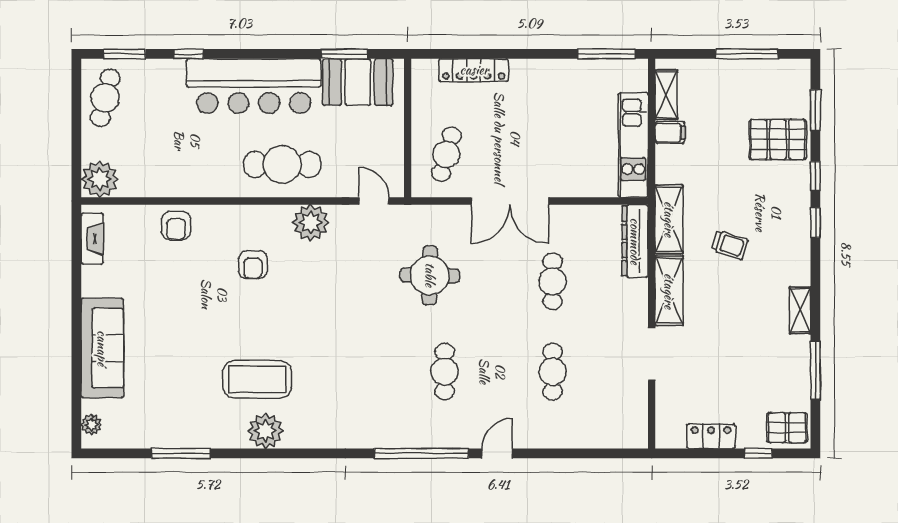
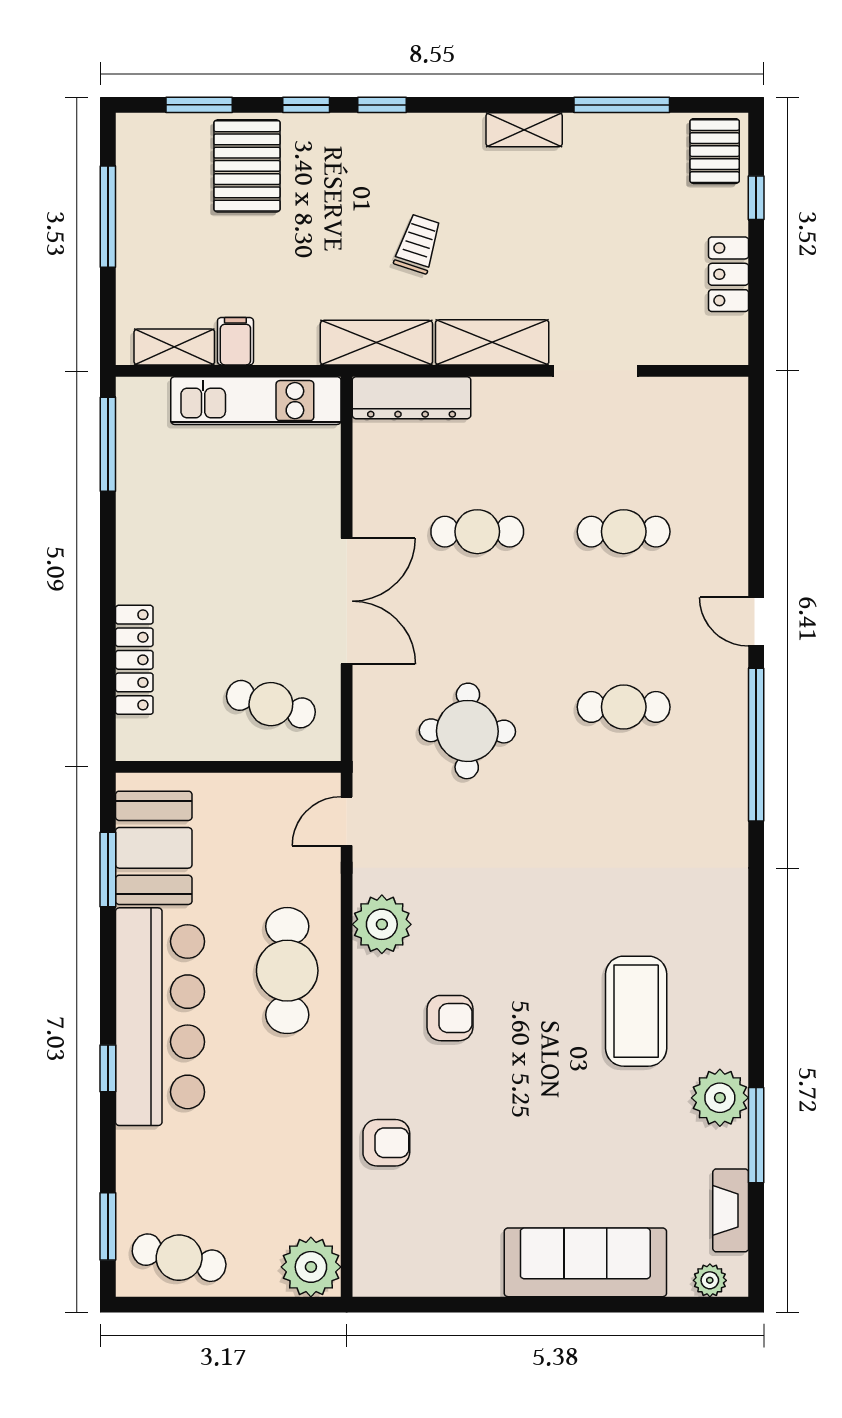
window: (189, 54) -> (108, 1068), moved
fireplace: (92, 239) -> (731, 1210), moved, turned -90
plant: (265, 431) -> (720, 1098), moved

